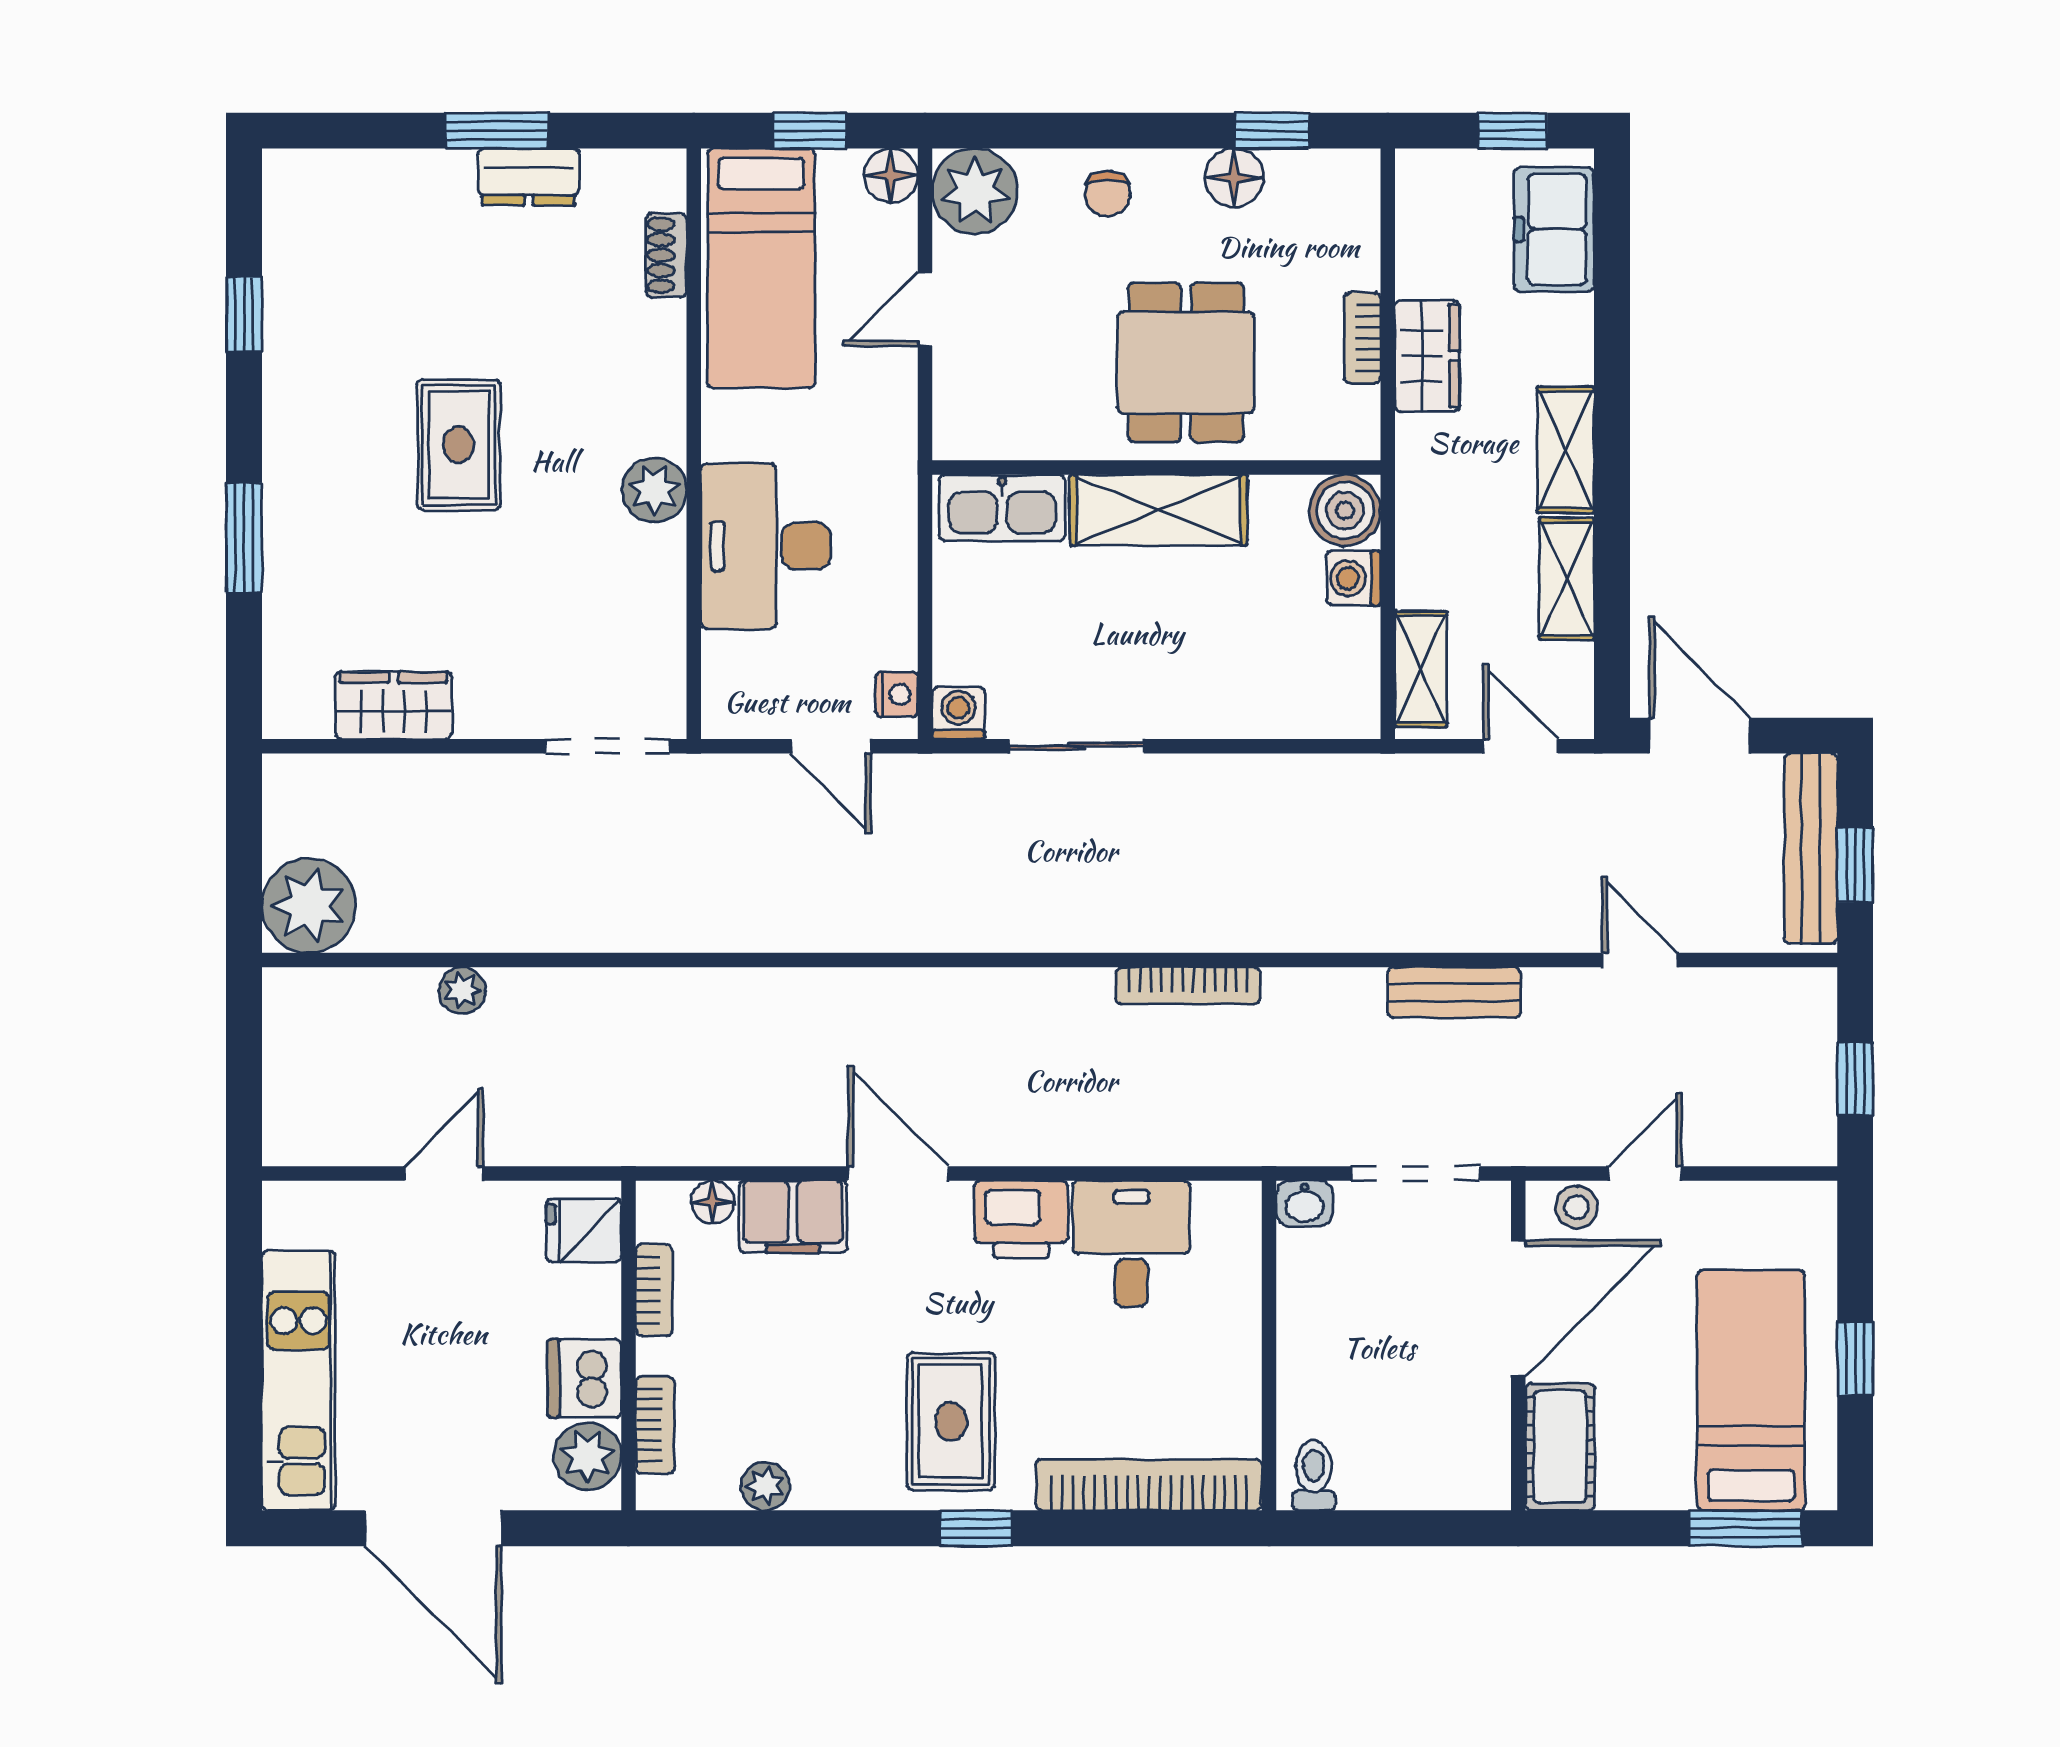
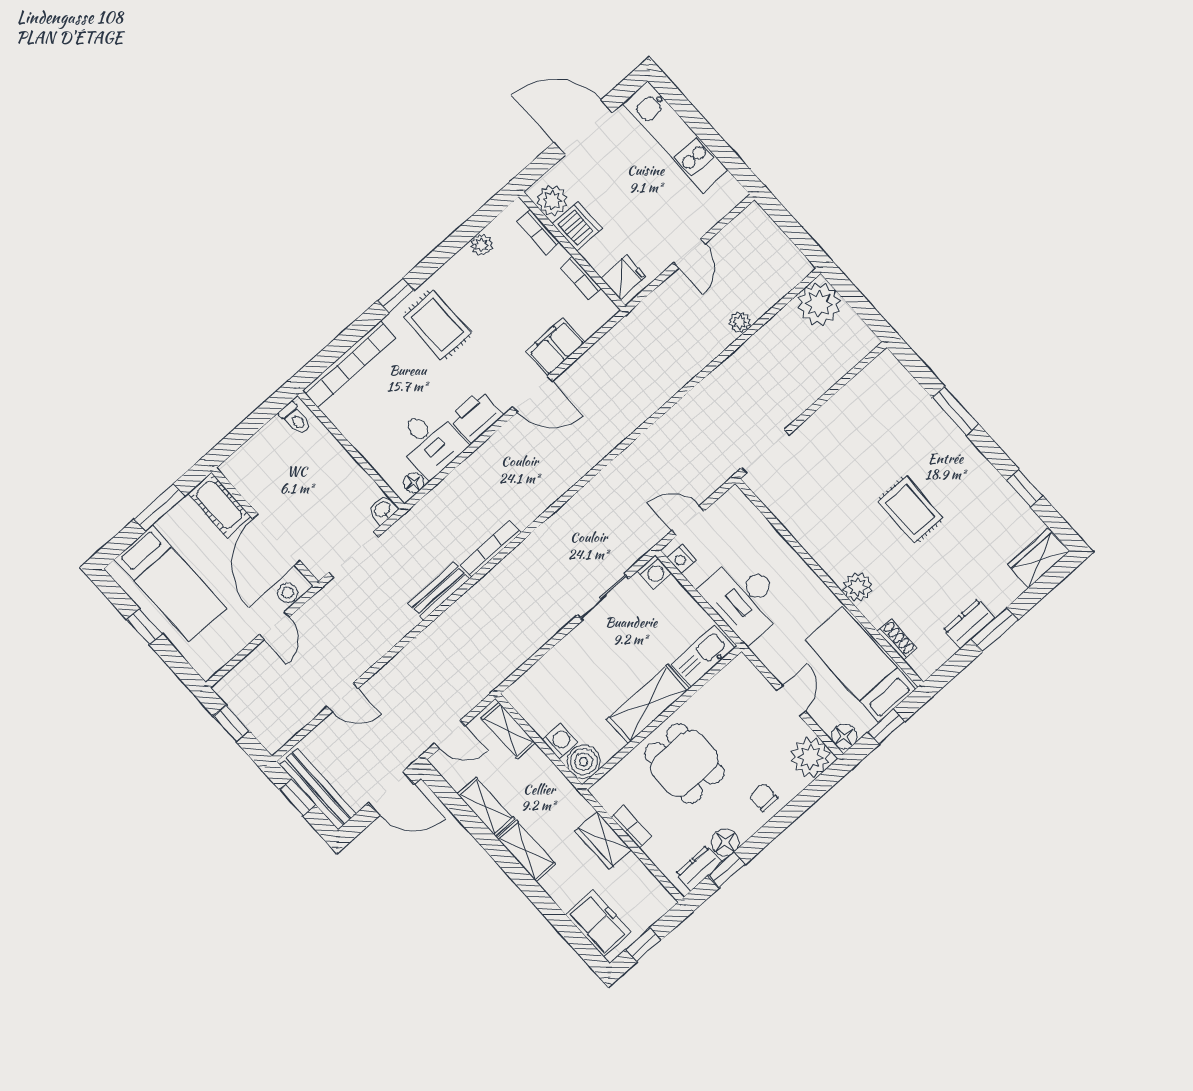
dresser: (1313, 174) -> (699, 868), added
plant: (654, 490) -> (858, 587), moved
desk: (766, 546) -> (744, 598), moved, turned 180
wardrobe: (394, 706) -> (1038, 558), moved, turned 180
bench: (1454, 992) -> (439, 591), moved
floor lamp: (713, 1202) -> (414, 483), moved
window: (1746, 1528) -> (160, 508), moved

